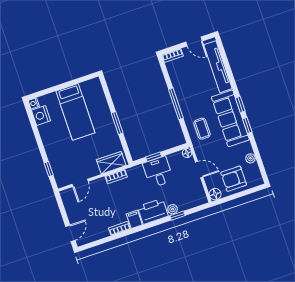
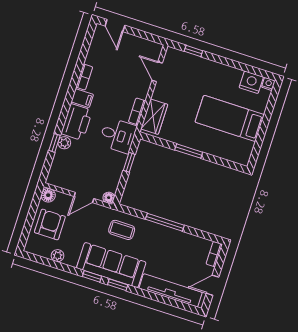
desk: (158, 172) -> (118, 135), moved

